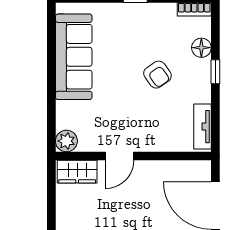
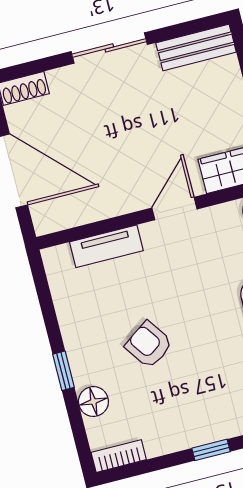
tv unit: (203, 127) -> (106, 246), moved, turned 90

